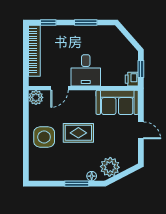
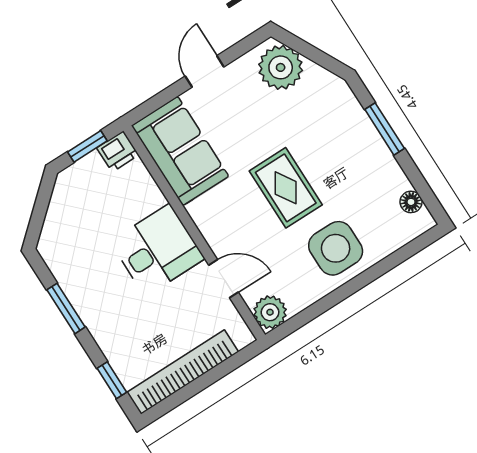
plant: (110, 167) -> (281, 67), moved
floor lamp: (92, 176) -> (411, 202), moved

